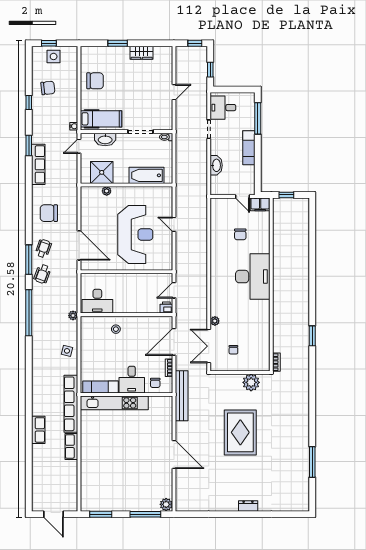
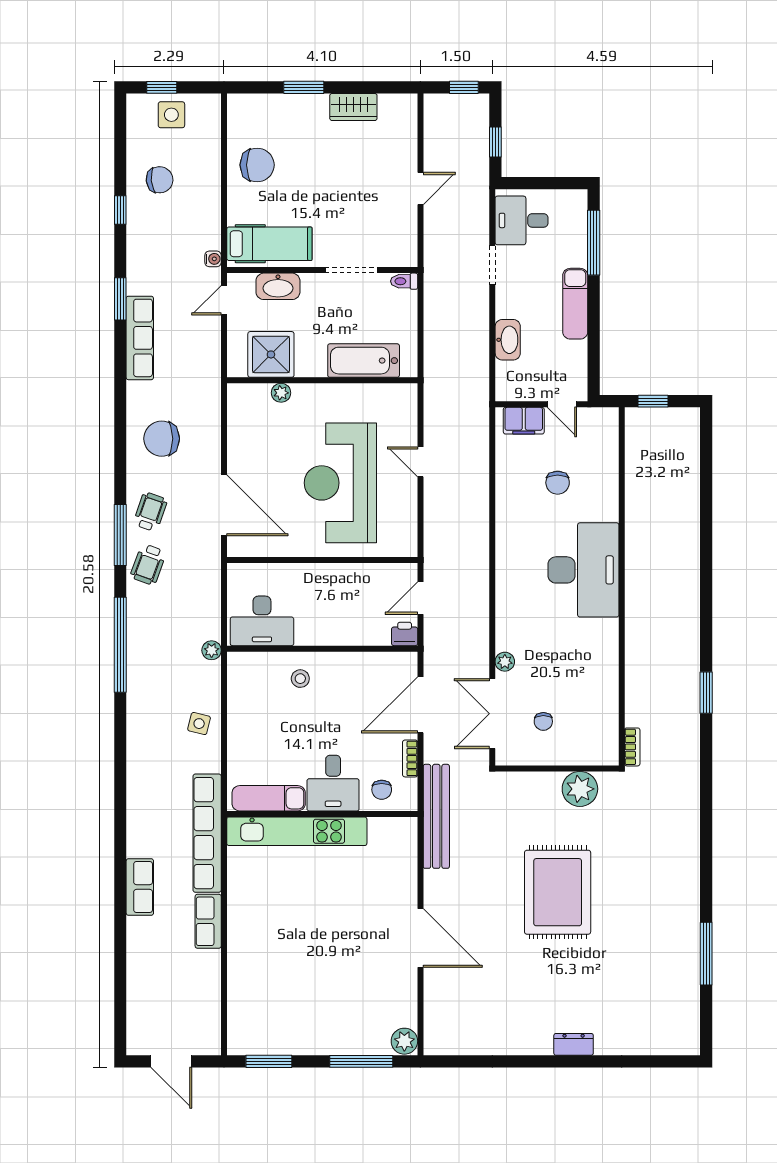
filing cabinet: (260, 204) -> (524, 421), moved
reception desk: (135, 235) -> (340, 483), turned 180

